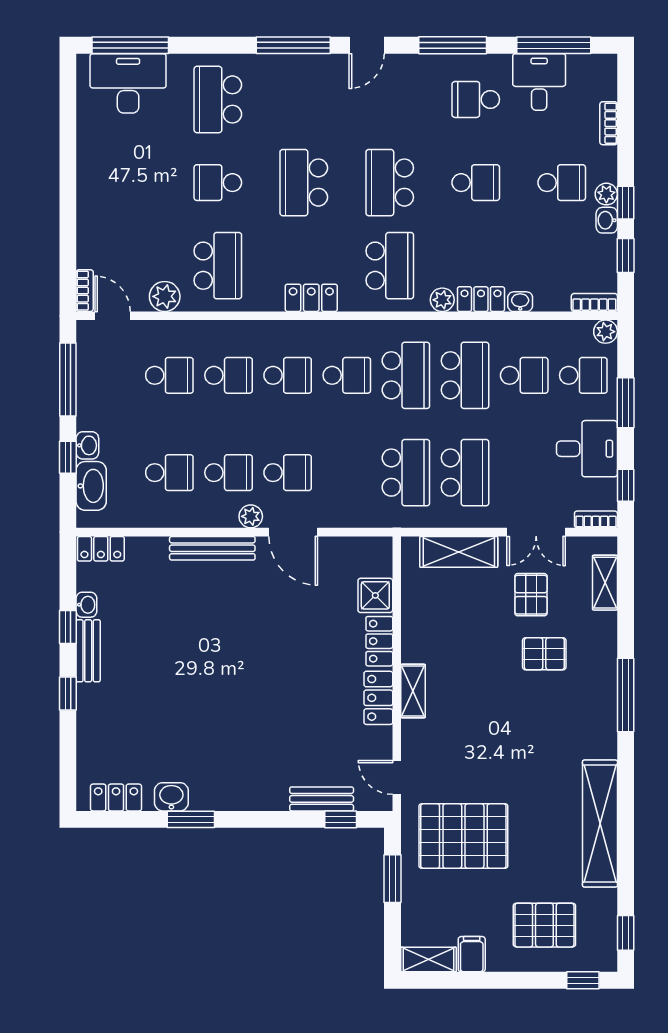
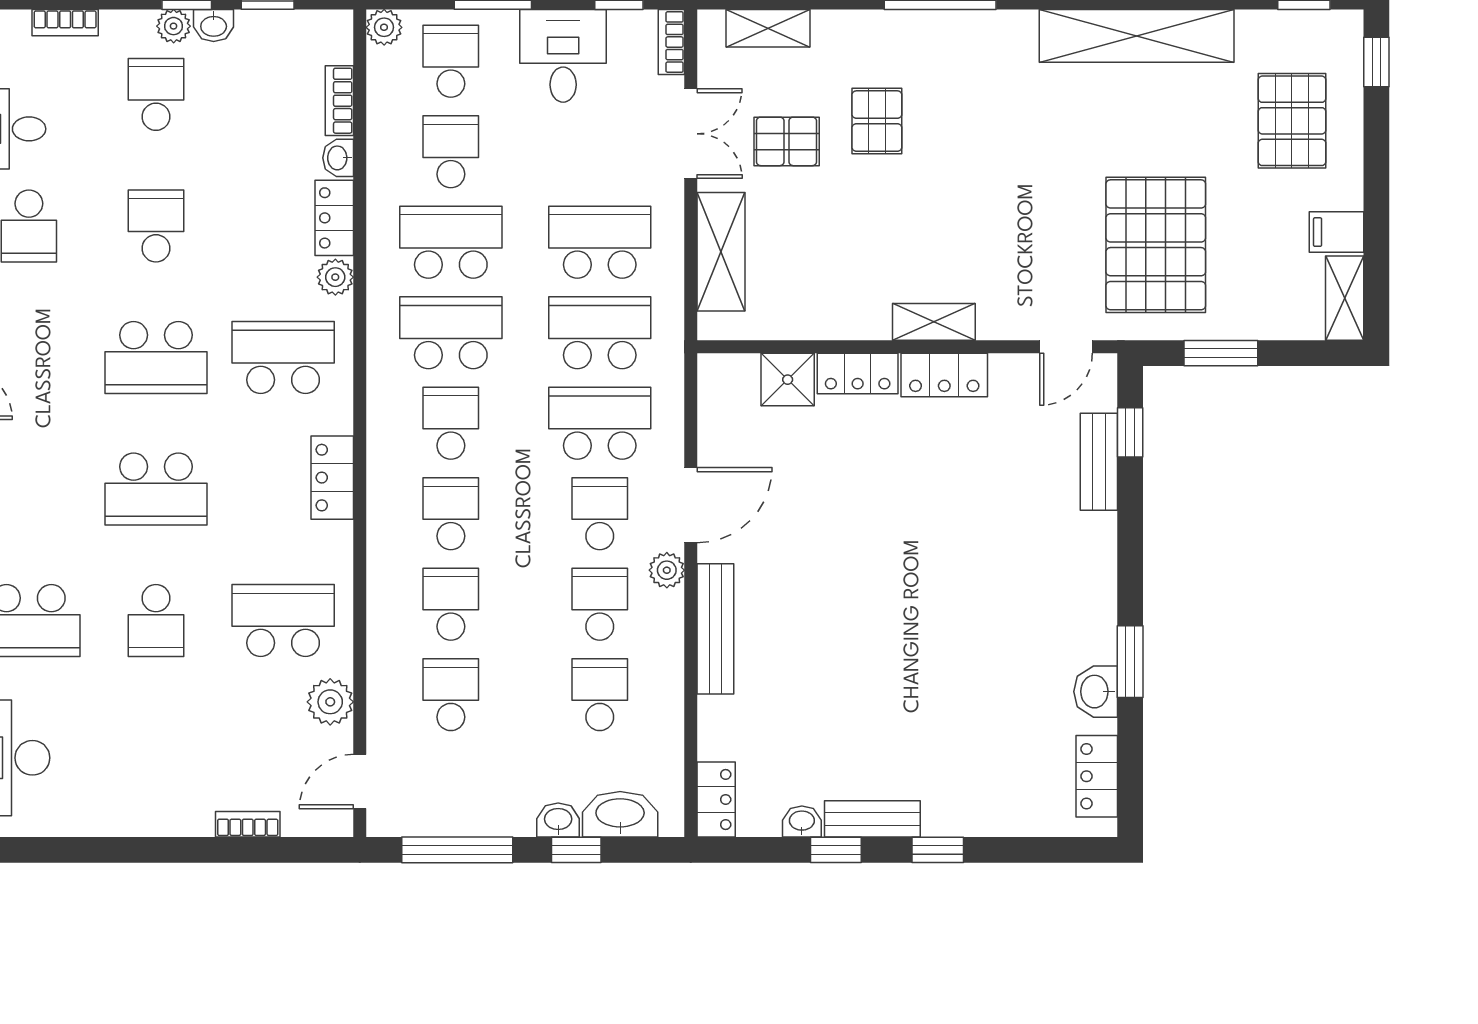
bookcase: (85, 291) -> (248, 824), moved
bookcase: (594, 302) -> (339, 101), moved
school desk: (347, 473) -> (600, 423), added

